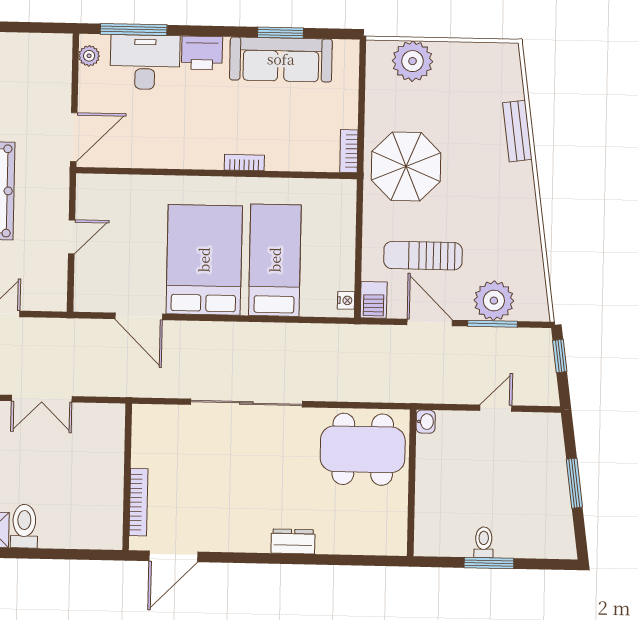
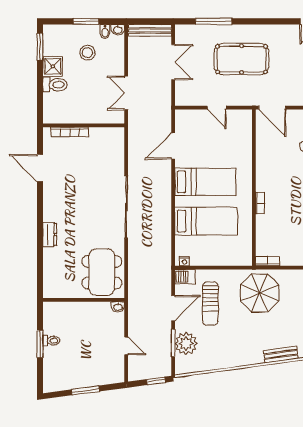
sun lounger: (423, 256) -> (210, 304), turned 180
bed: (204, 260) -> (205, 182), width x0.67
wall: (127, 477) -> (84, 125), moved
bookcase: (138, 502) -> (70, 132), moved

